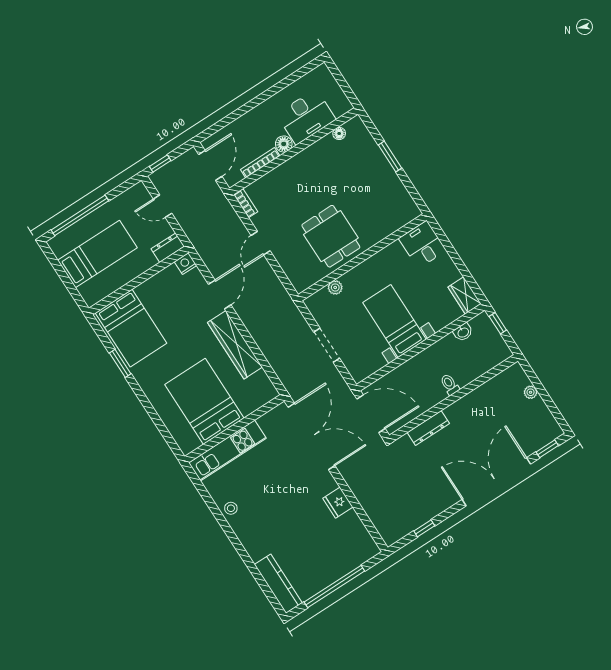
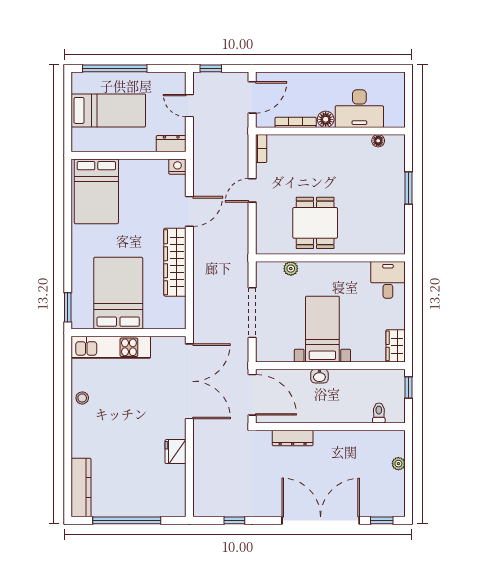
washbasin: (463, 332) -> (319, 376), moved
doorway: (327, 345) -> (252, 313), width x1.36
window: (120, 363) -> (68, 307), moved
toilet: (450, 385) -> (379, 413), moved

